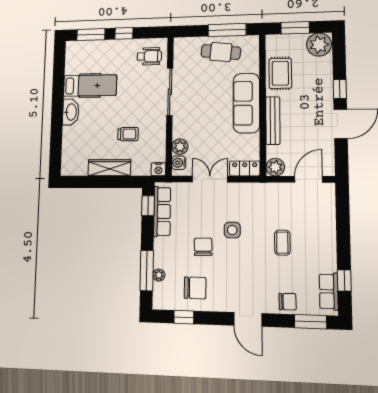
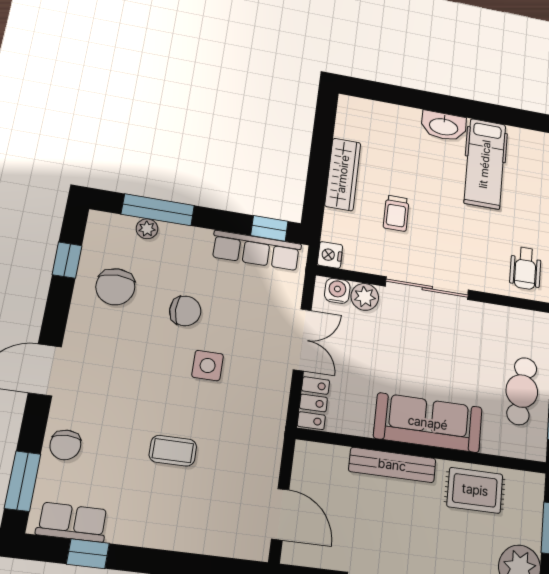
sliding door: (170, 92) -> (427, 288), moved
plant: (275, 167) -> (309, 457), removed

